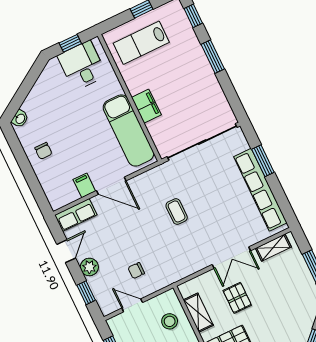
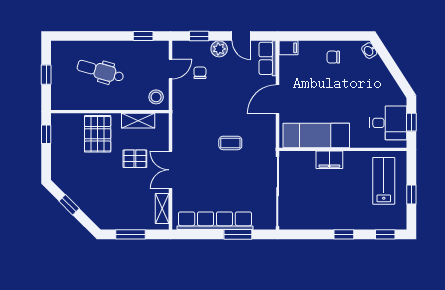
window: (213, 57) -> (344, 234), width x0.67
filing cabinet: (84, 185) -> (289, 48), moved
chair: (136, 271) -> (200, 73), moved
stool: (170, 321) -> (156, 97), moved

